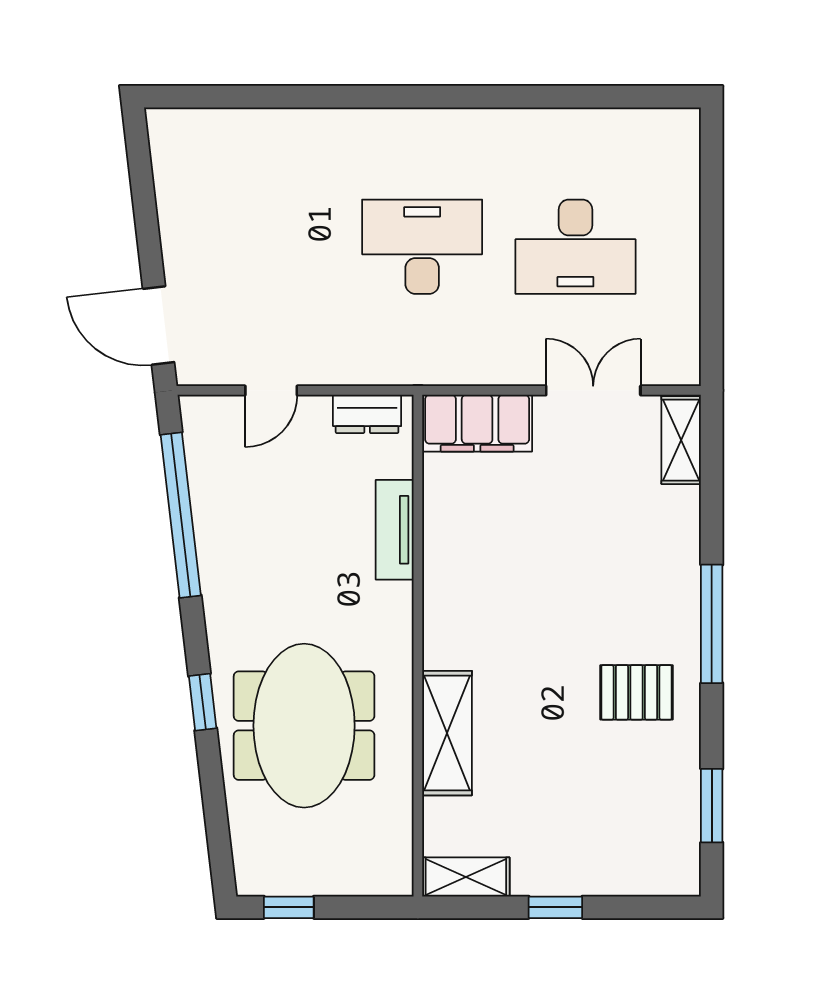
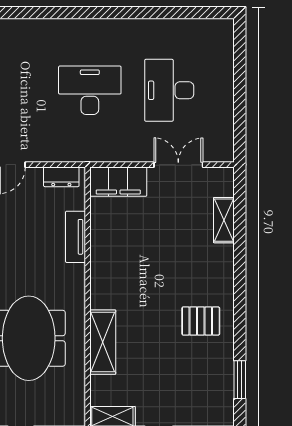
desk: (575, 247) -> (169, 90), turned 90
shelving: (681, 440) -> (224, 220), moved
window: (712, 624) -> (240, 286), removed

